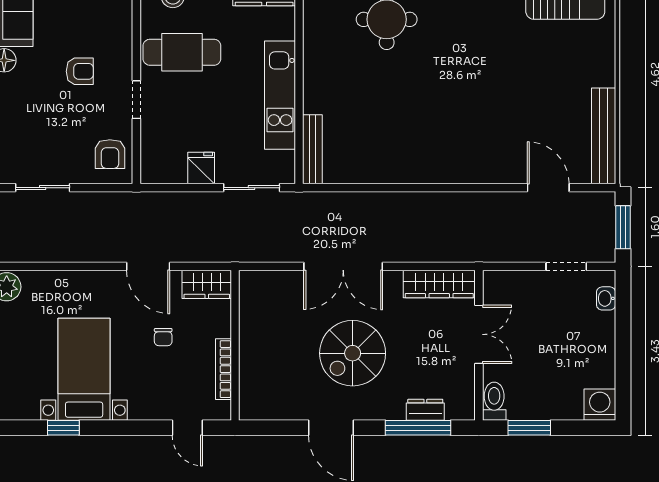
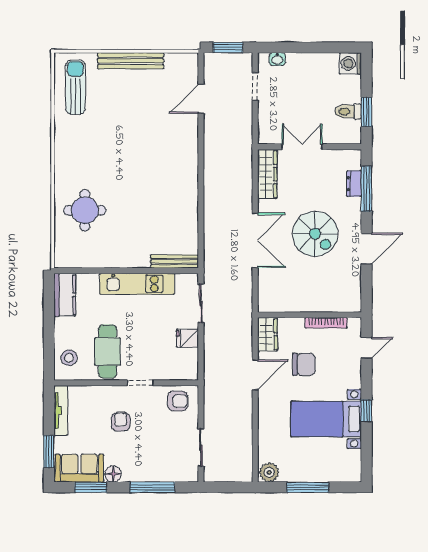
bench: (604, 136) -> (131, 61), moved
chair: (163, 337) -> (304, 364), width x1.87, depth x1.87
toilet: (494, 401) -> (348, 111), moved
window: (63, 428) -> (366, 411), moved

